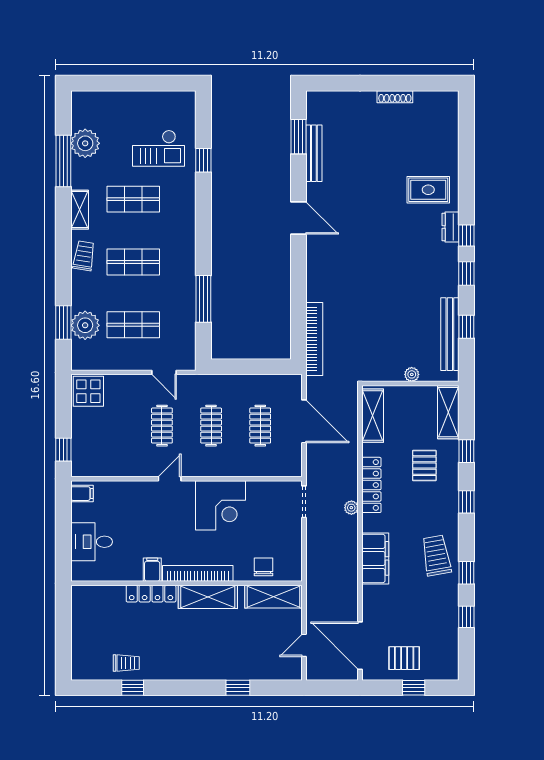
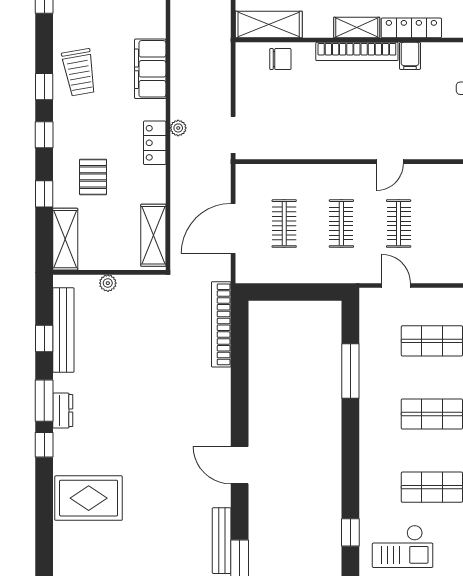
checkout: (159, 148) -> (403, 546), turned 180
rug: (428, 190) -> (89, 498), width x1.36, depth x1.43
dresser: (450, 227) -> (63, 411), moved
window: (466, 274) -> (44, 401), width x1.50
door: (304, 421) -> (233, 228), hinge flipped
locker: (371, 485) -> (155, 143), width x0.66
corner desk: (221, 505) -> (330, 131), removed
chair: (264, 567) -> (280, 59), turned -90
window: (466, 573) -> (44, 87), moved
shelving: (208, 597) -> (357, 27), width x0.67, depth x0.75

